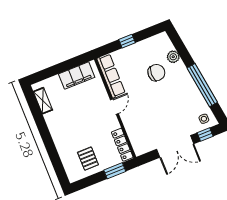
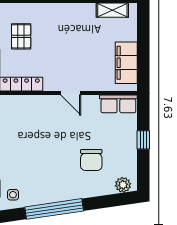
plant: (173, 57) -> (123, 185), moved
row of seats: (111, 76) -> (118, 104), width x0.68
pallet: (88, 159) -> (21, 36), turned 90

